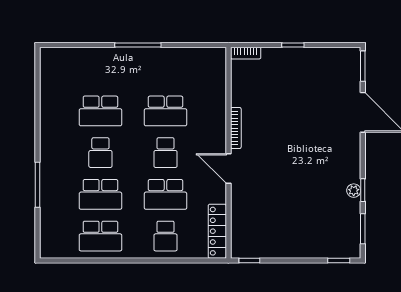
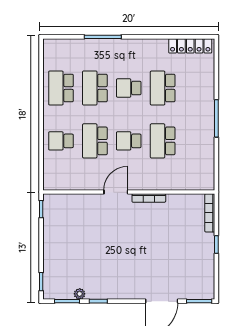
bookcase: (246, 53) -> (210, 213), width x1.56
plant: (354, 191) -> (80, 294), moved
locker: (217, 231) -> (190, 46), moved, turned 180

